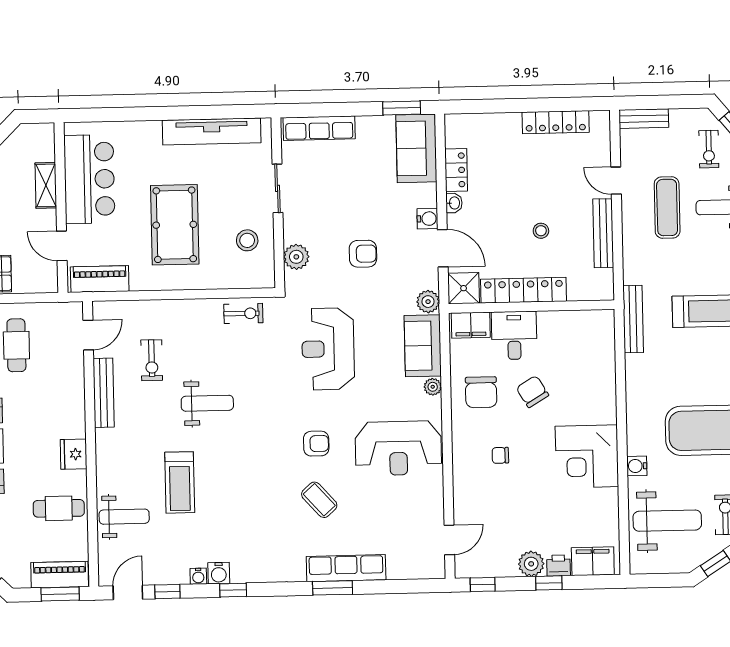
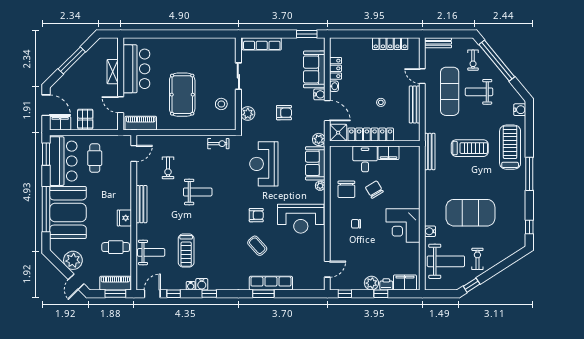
tv unit: (212, 132) -> (203, 44), removed
sofa: (416, 148) -> (314, 69), moved
exercise mat: (667, 207) -> (450, 91), width x1.36, depth x1.45
filing cabinet: (471, 325) -> (388, 153), moved
bench: (104, 393) -> (141, 204), moved
treadmill: (180, 482) -> (186, 251), moved

